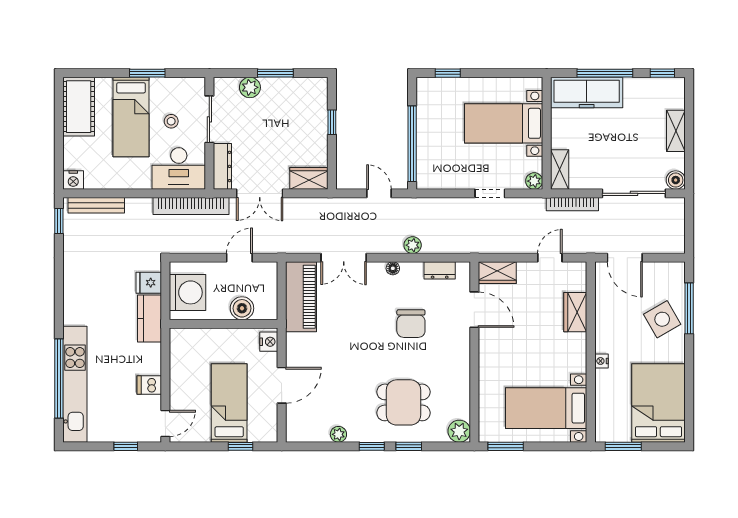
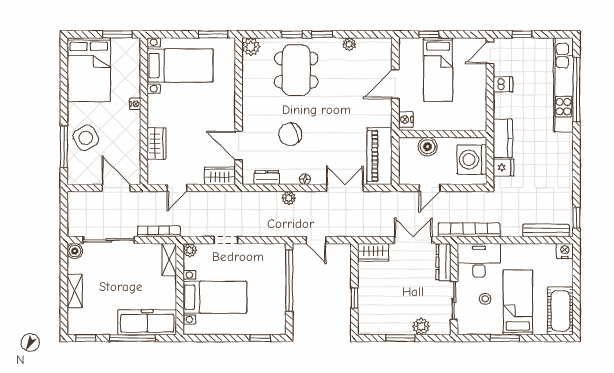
chair: (411, 324) -> (290, 134), turned -111
dining table: (403, 402) -> (296, 70), width x1.38

